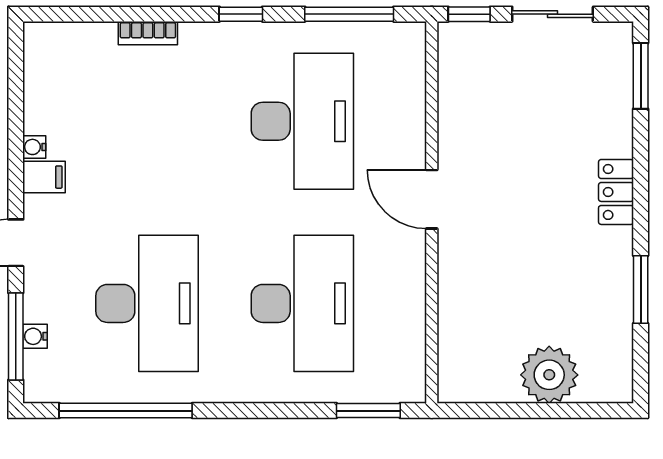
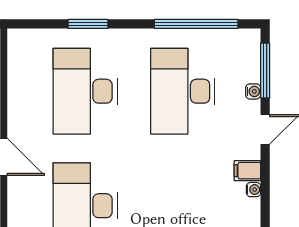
water cooler: (35, 336) -> (253, 91), moved
window: (368, 411) -> (88, 24), moved

